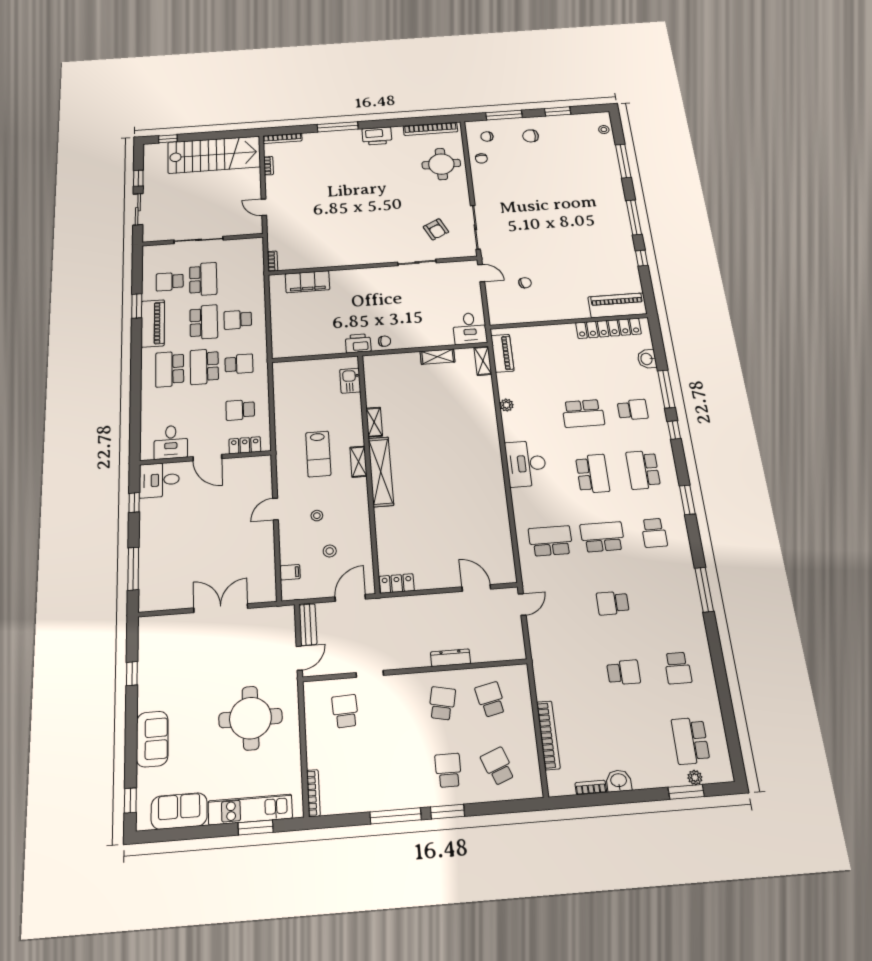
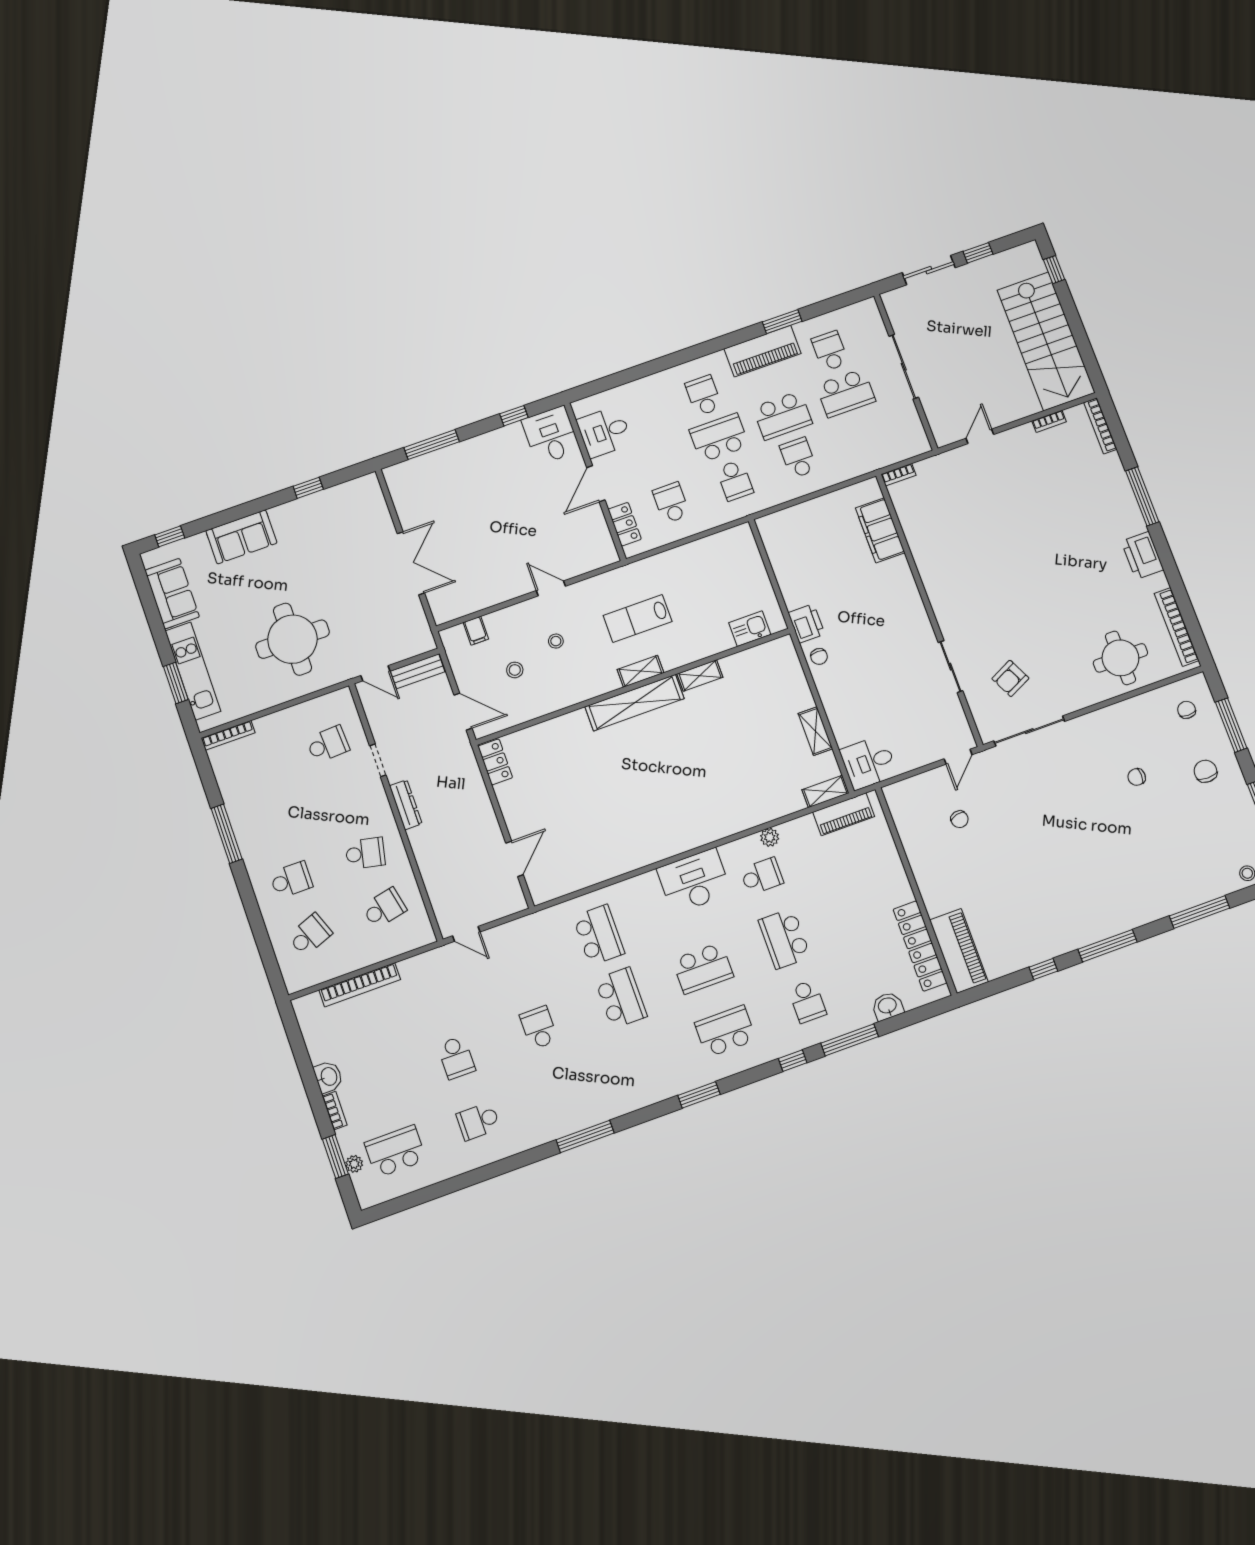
chair: (481, 158) -> (1137, 777), moved
school desk: (170, 369) -> (704, 396), width x0.54
school desk: (654, 533) -> (762, 876), moved, turned 180
door: (522, 604) -> (466, 934), moved
dresser: (450, 658) -> (406, 805), moved
bookcase: (591, 787) -> (335, 1111), moved
window: (447, 812) -> (246, 890), removed

